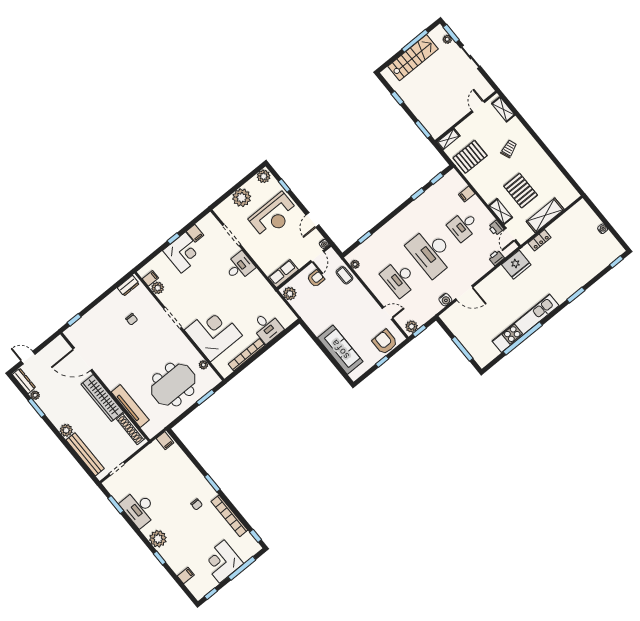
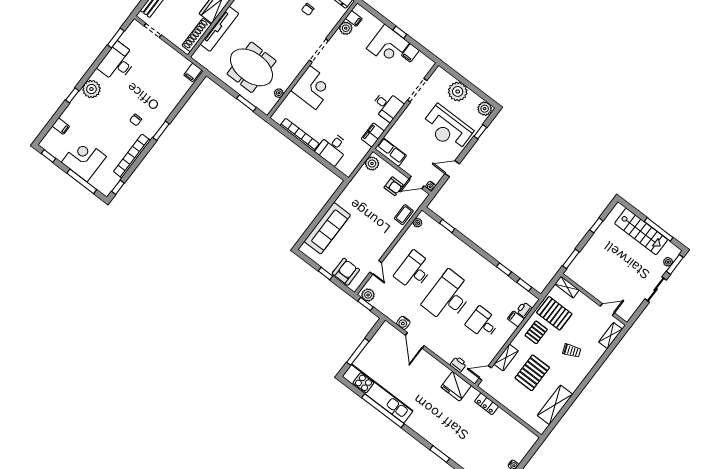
pallet: (484, 178) -> (536, 332), added
shelving: (545, 215) -> (555, 405), moved, turned 90
printer: (496, 228) -> (524, 310), moved
filing cabinet: (263, 287) -> (373, 135), added
kitchen unit: (525, 323) -> (378, 394), moved
corner desk: (213, 333) -> (313, 87), width x0.74, depth x0.74

